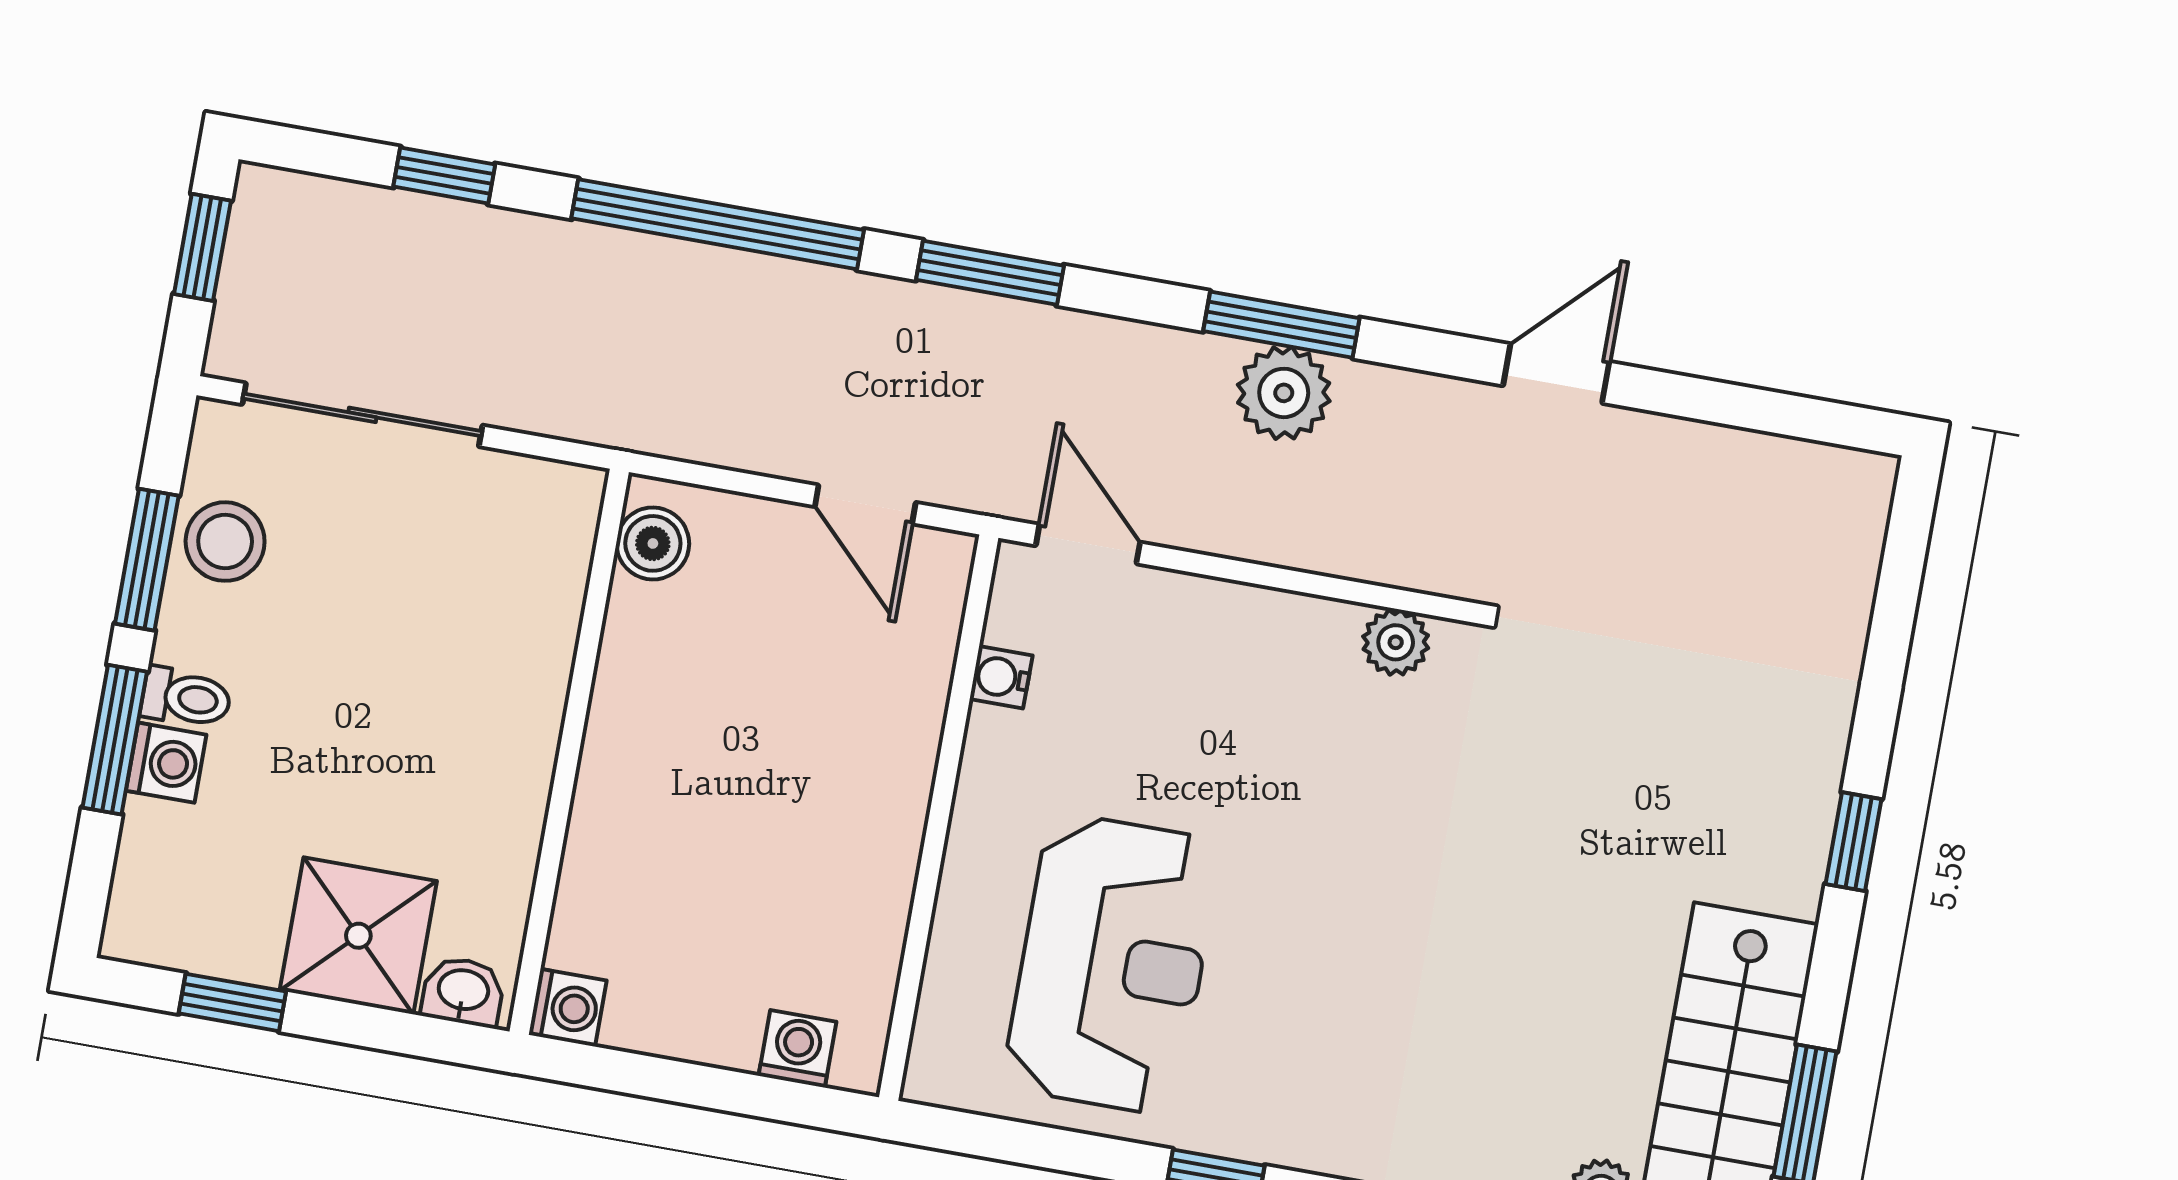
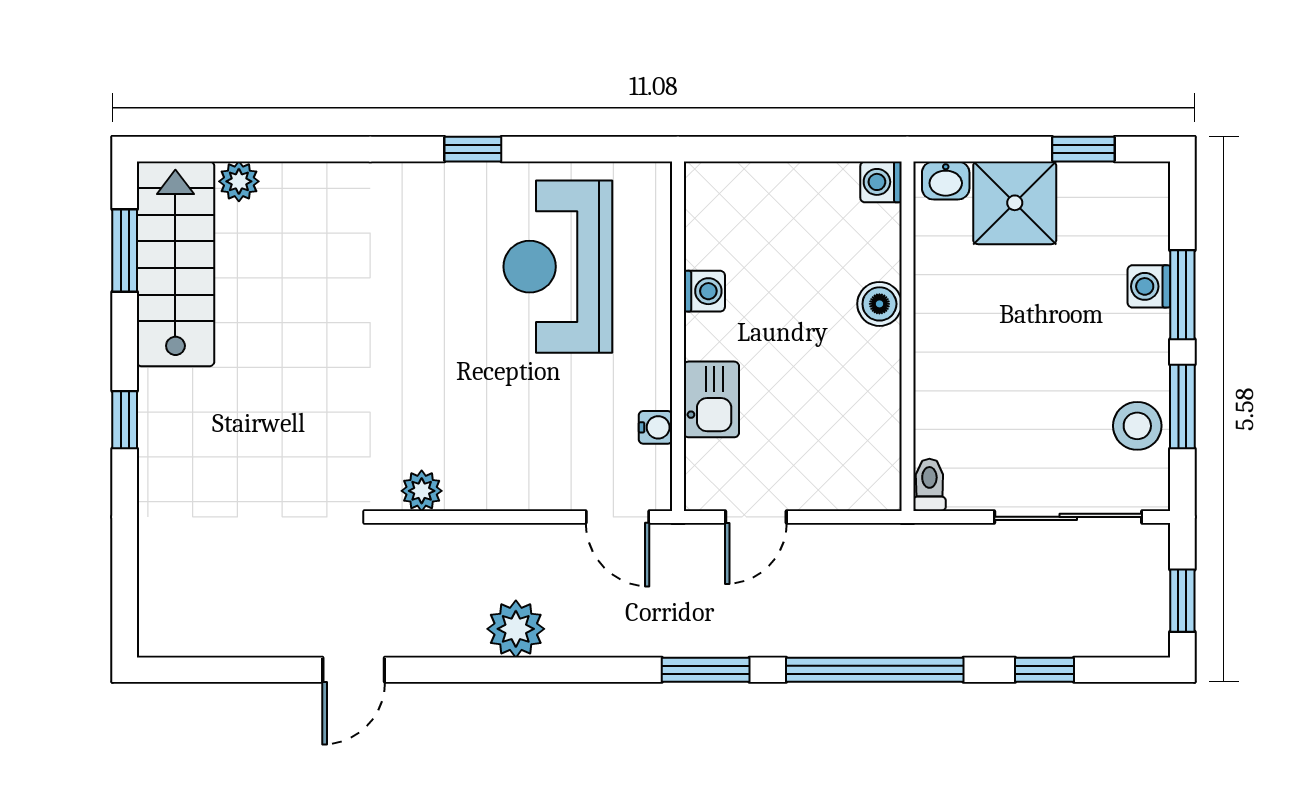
window: (1281, 325) -> (524, 670), removed
door: (865, 504) -> (756, 517), swing flipped
boiler: (653, 543) -> (879, 304), moved
toilet: (186, 698) -> (929, 485), moved, turned 90
kitchen sink: (903, 706) -> (711, 399), added
washing machine: (797, 1049) -> (704, 291), moved, turned -90

